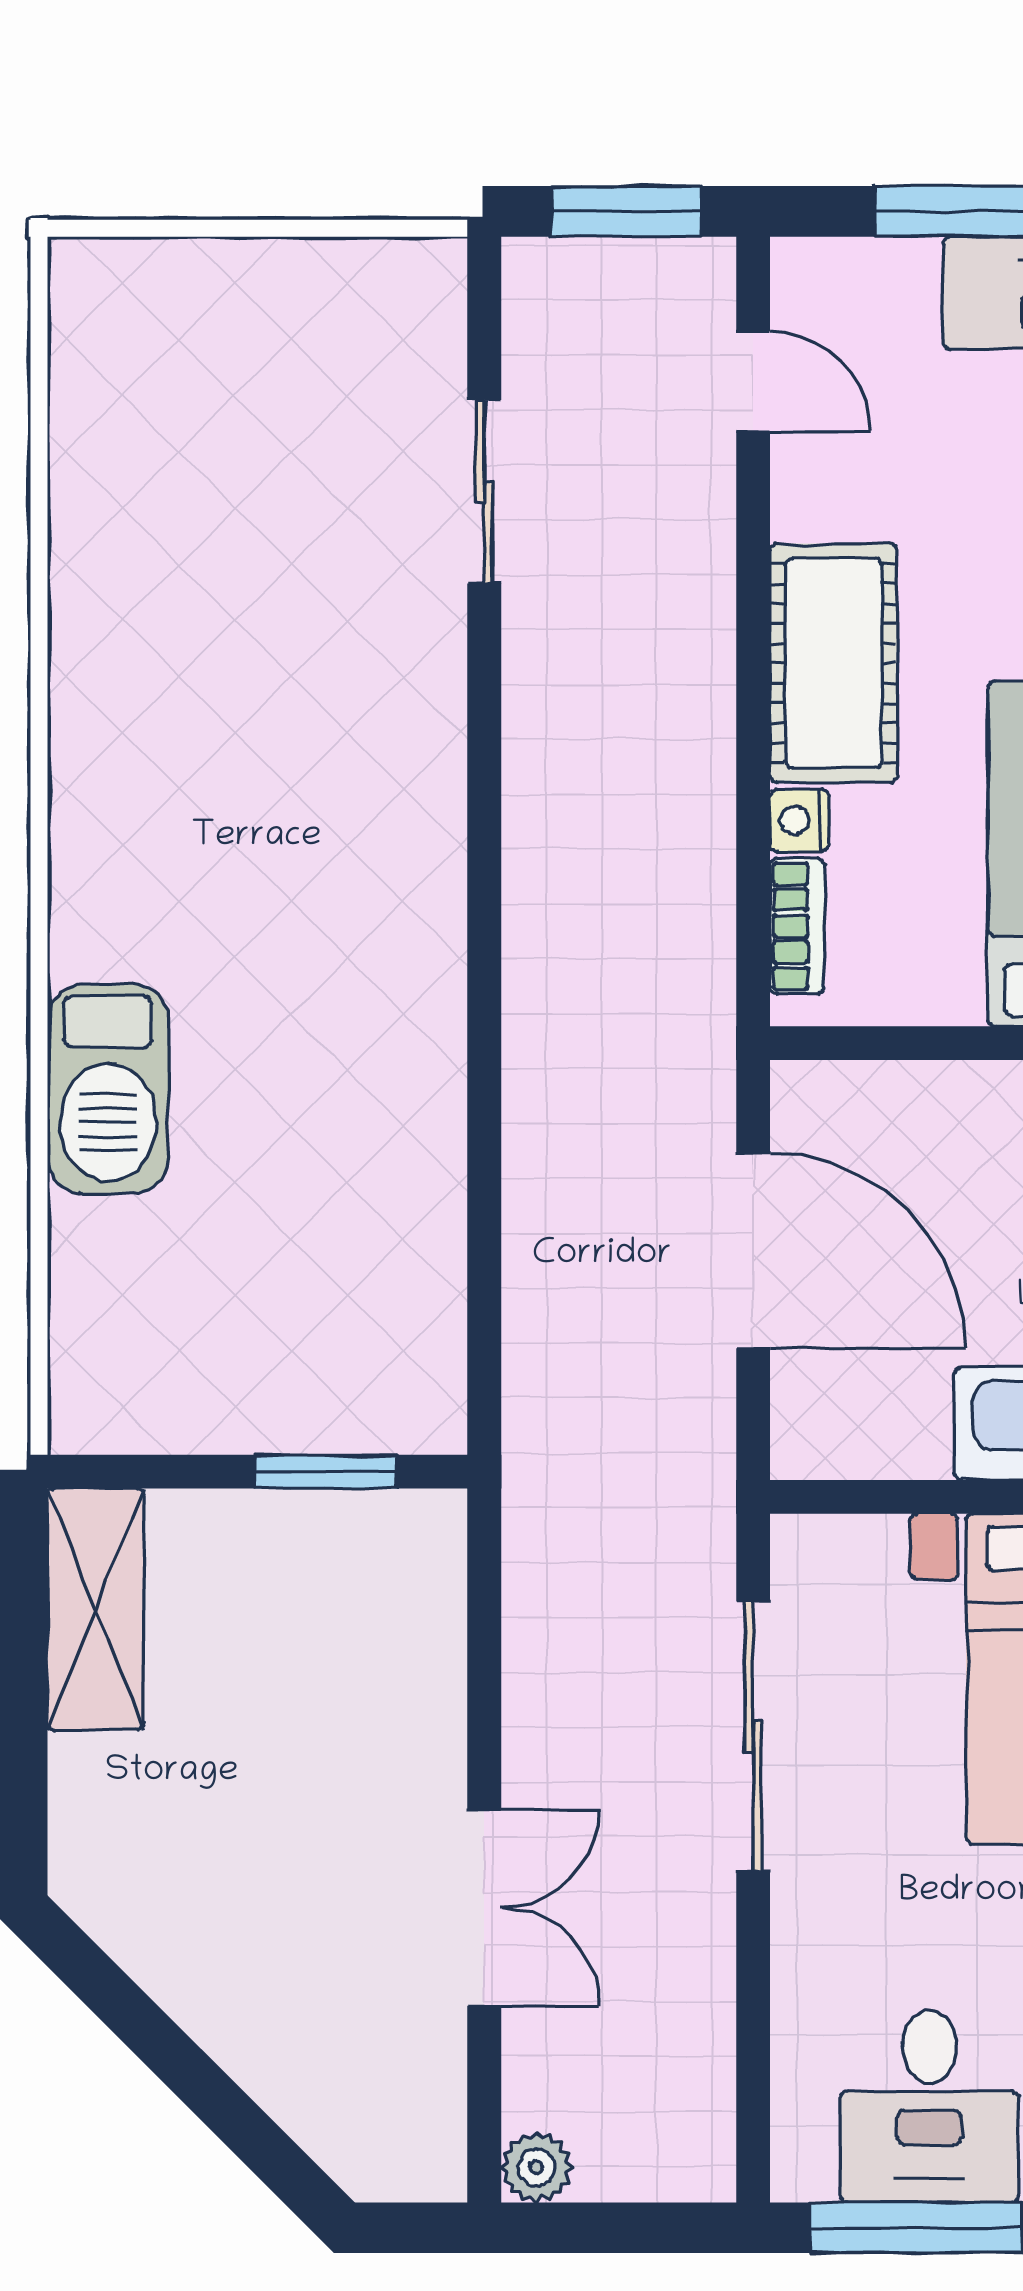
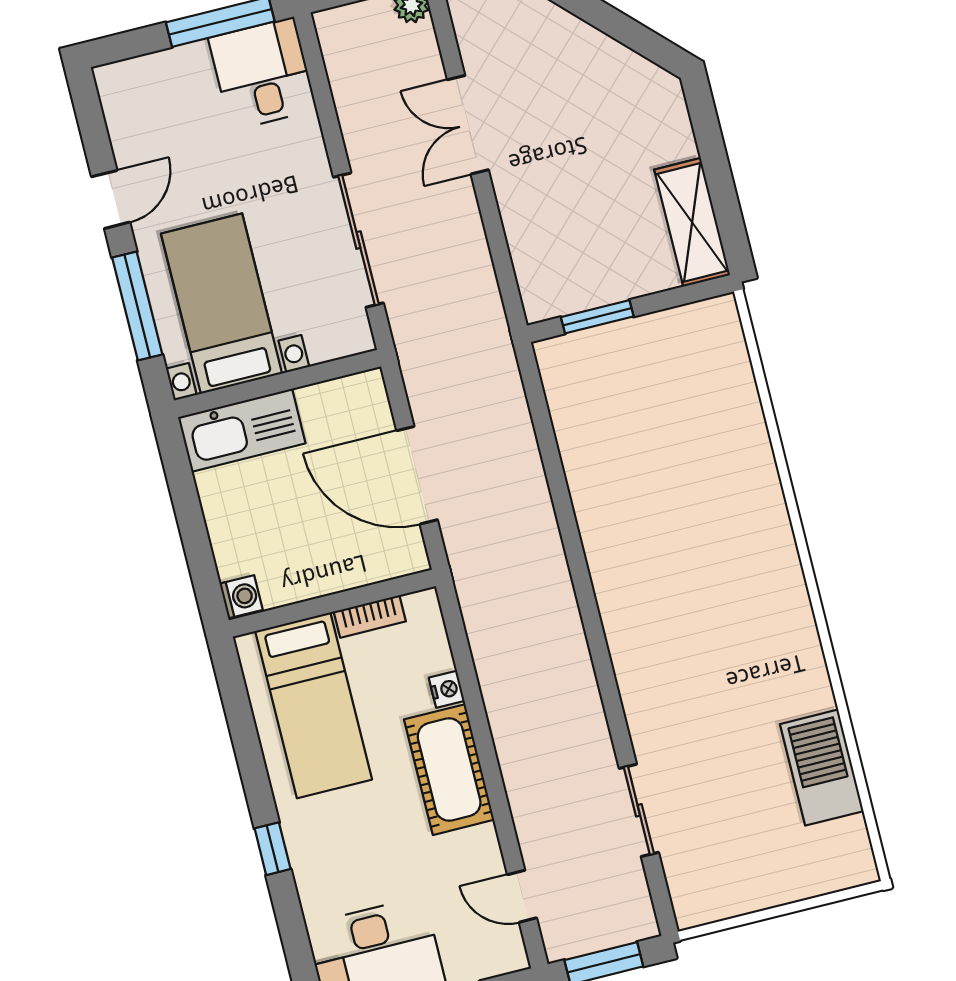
bookcase: (797, 926) -> (370, 616), moved, turned -90
barbecue: (108, 1089) -> (822, 768), moved
desk: (929, 2106) -> (262, 74), moved

